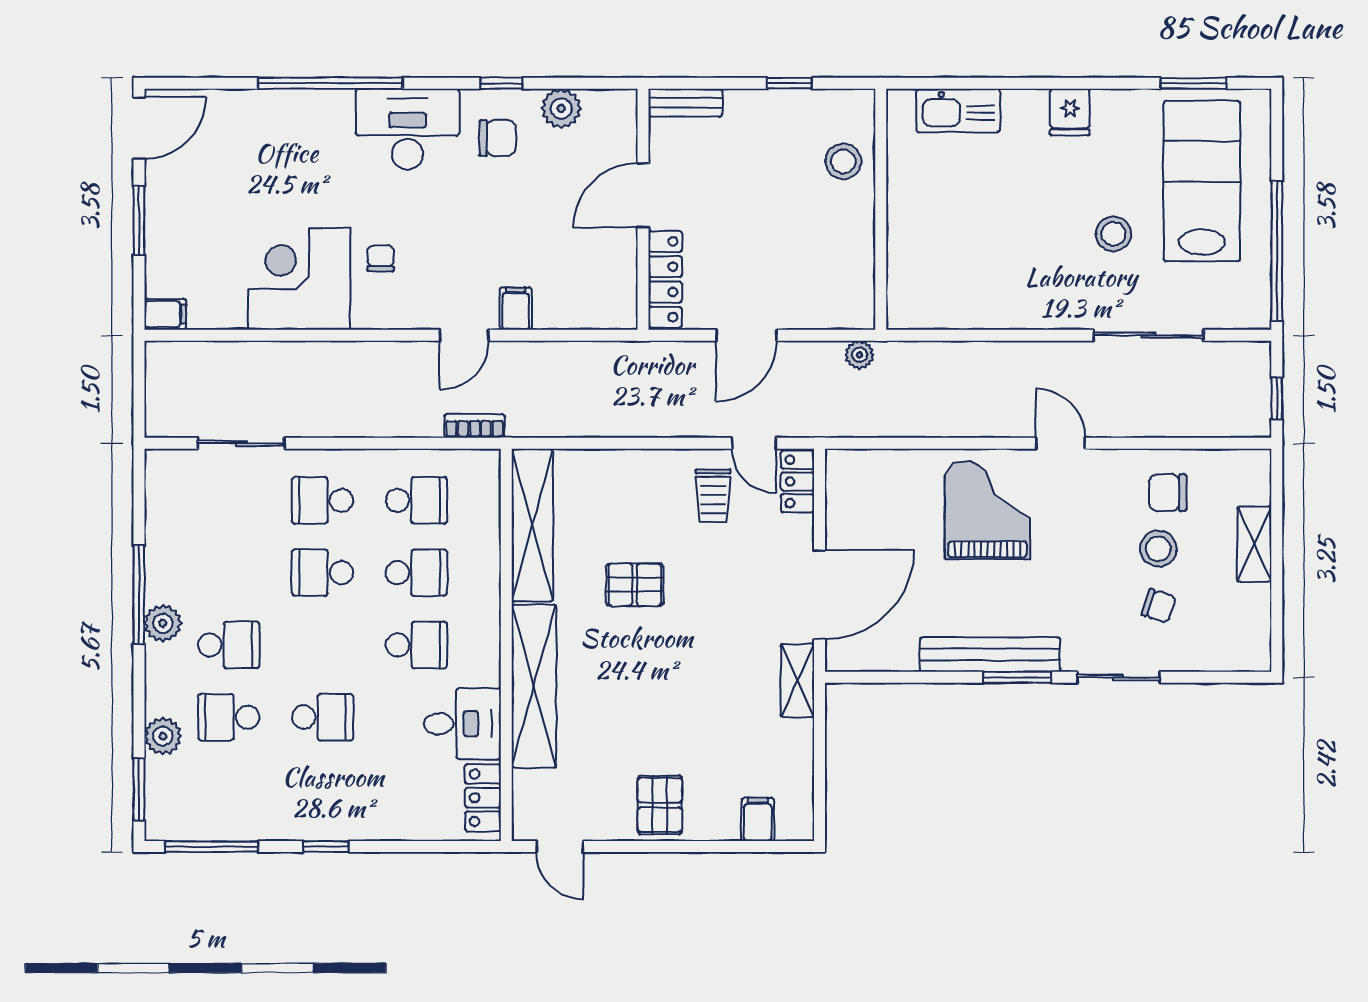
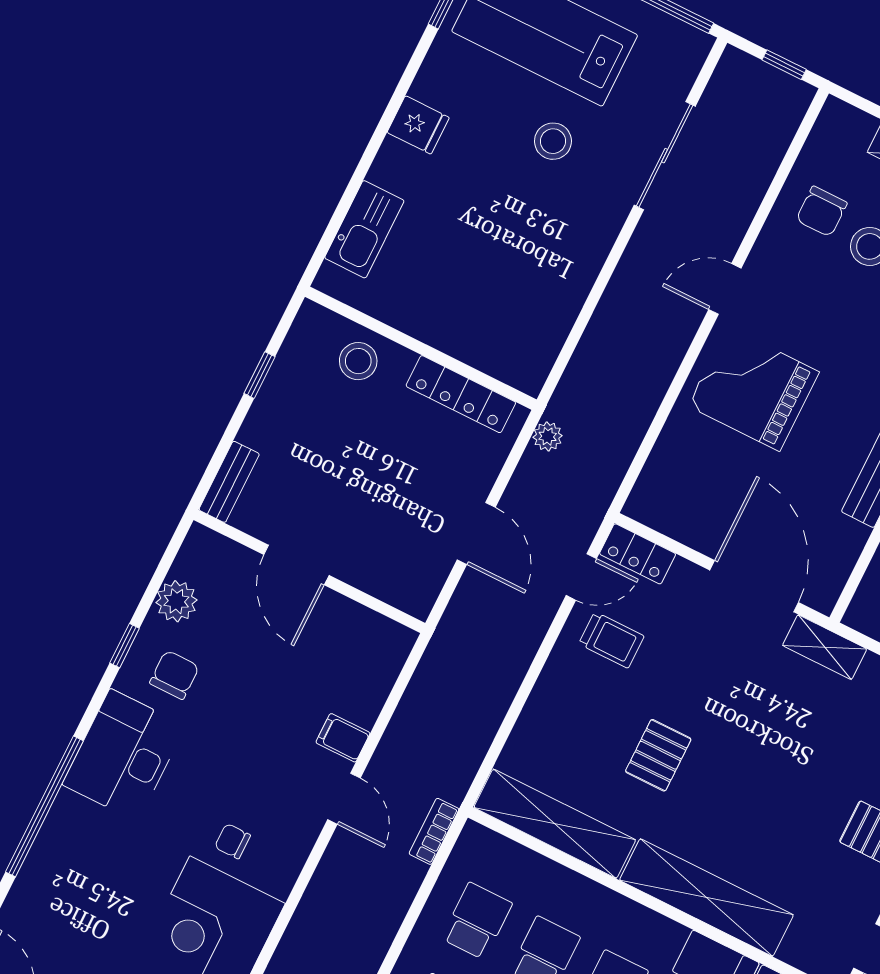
locker: (665, 279) -> (461, 394), moved, turned 180

